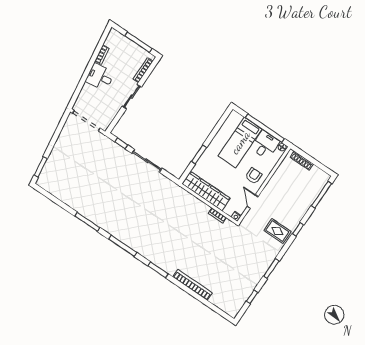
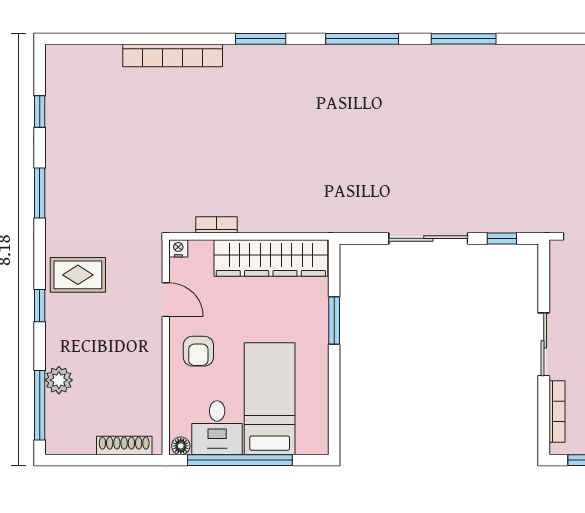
plant: (309, 199) -> (59, 380), added

